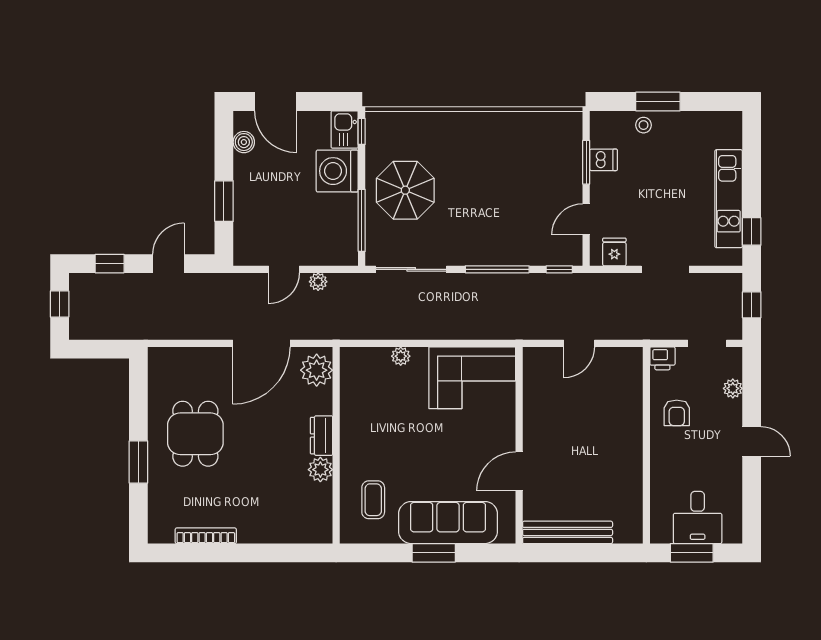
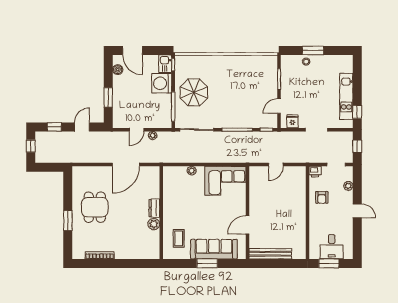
dishwasher: (604, 160) -> (287, 78), removed
plant: (317, 370) -> (152, 177), removed

